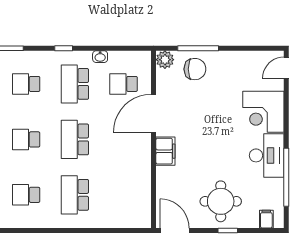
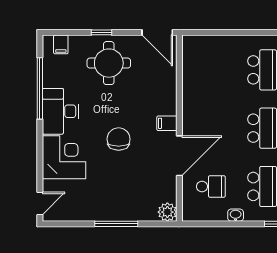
window: (198, 48) -> (116, 224), moved
chair: (195, 69) -> (119, 139), moved, turned 90
filing cabinet: (165, 151) -> (167, 123), width x0.50

